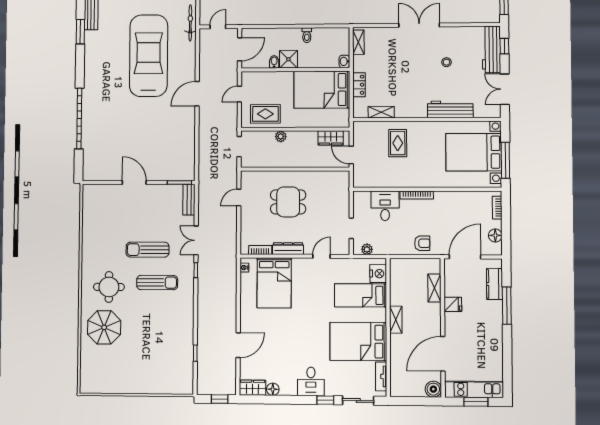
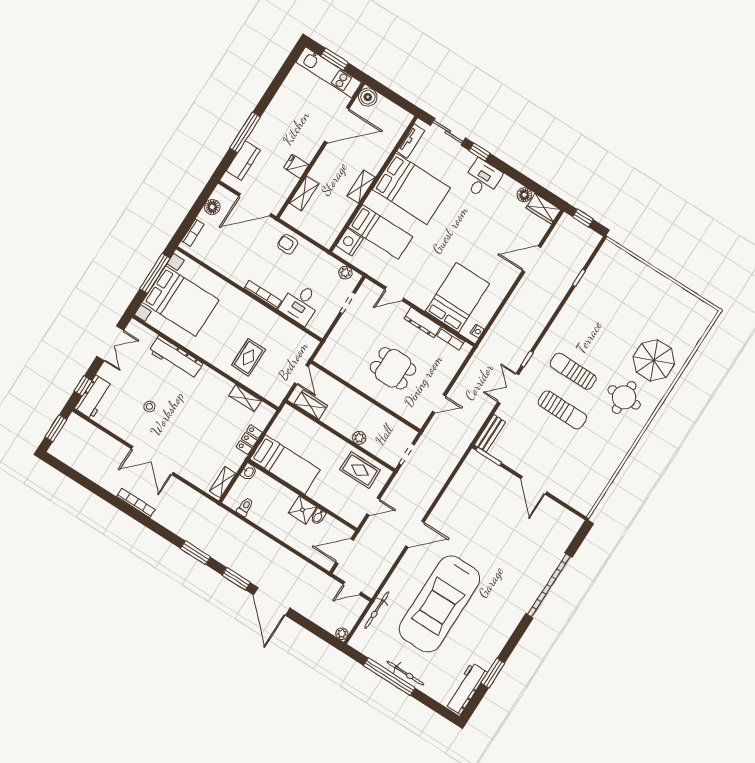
toilet: (307, 35) -> (245, 507), moved
workbench: (491, 49) -> (94, 397), width x0.73
bed: (322, 90) -> (285, 464), width x0.67
double door: (196, 240) -> (508, 388), swing flipped

